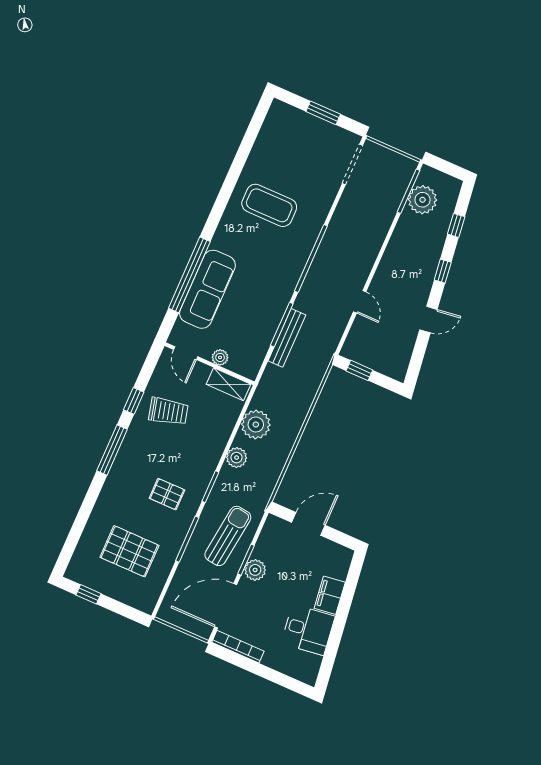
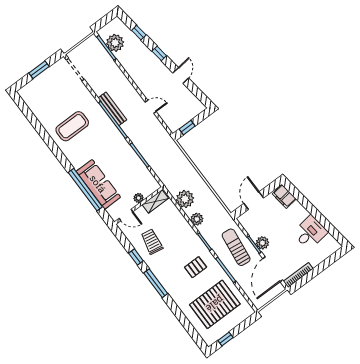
bench: (287, 338) -> (112, 109), moved
trolley: (168, 411) -> (152, 242), turned -66
pallet: (129, 551) -> (215, 304), width x1.37, depth x1.41
filing cabinet: (330, 595) -> (284, 196), moved

